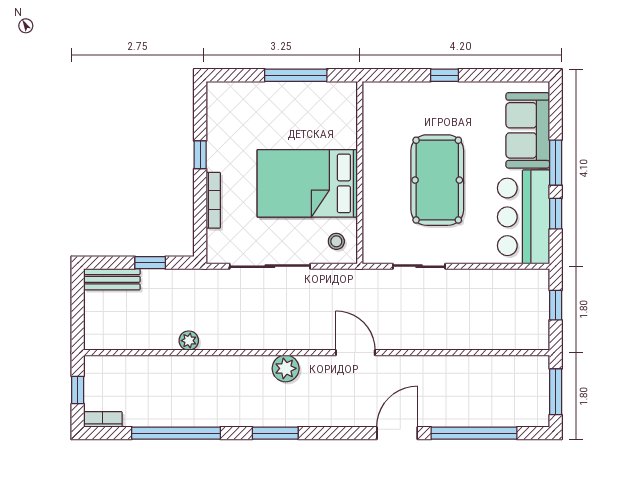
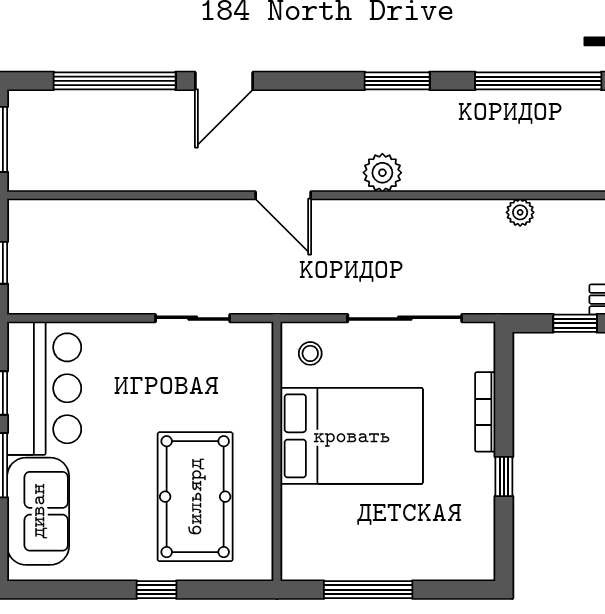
pool table: (437, 180) -> (195, 497), moved

